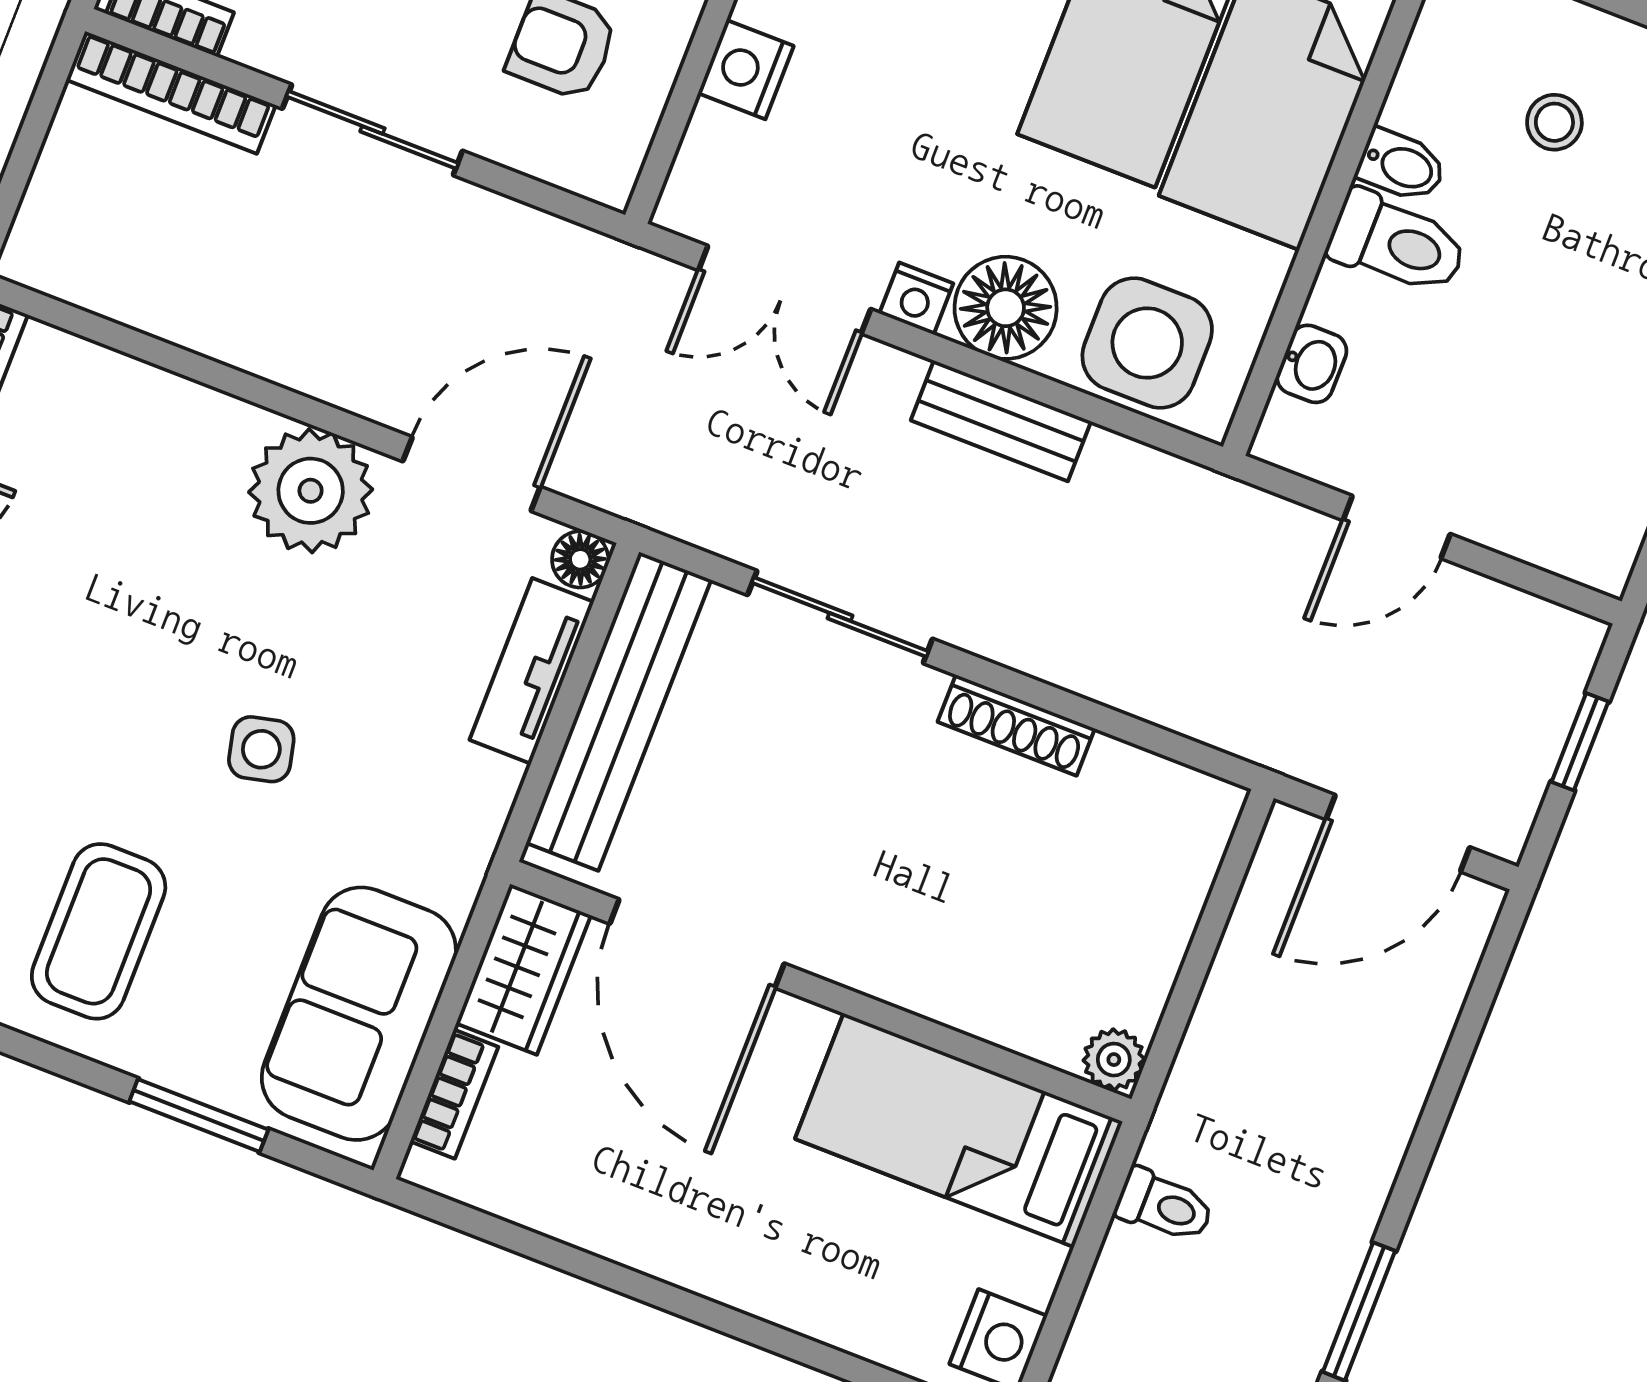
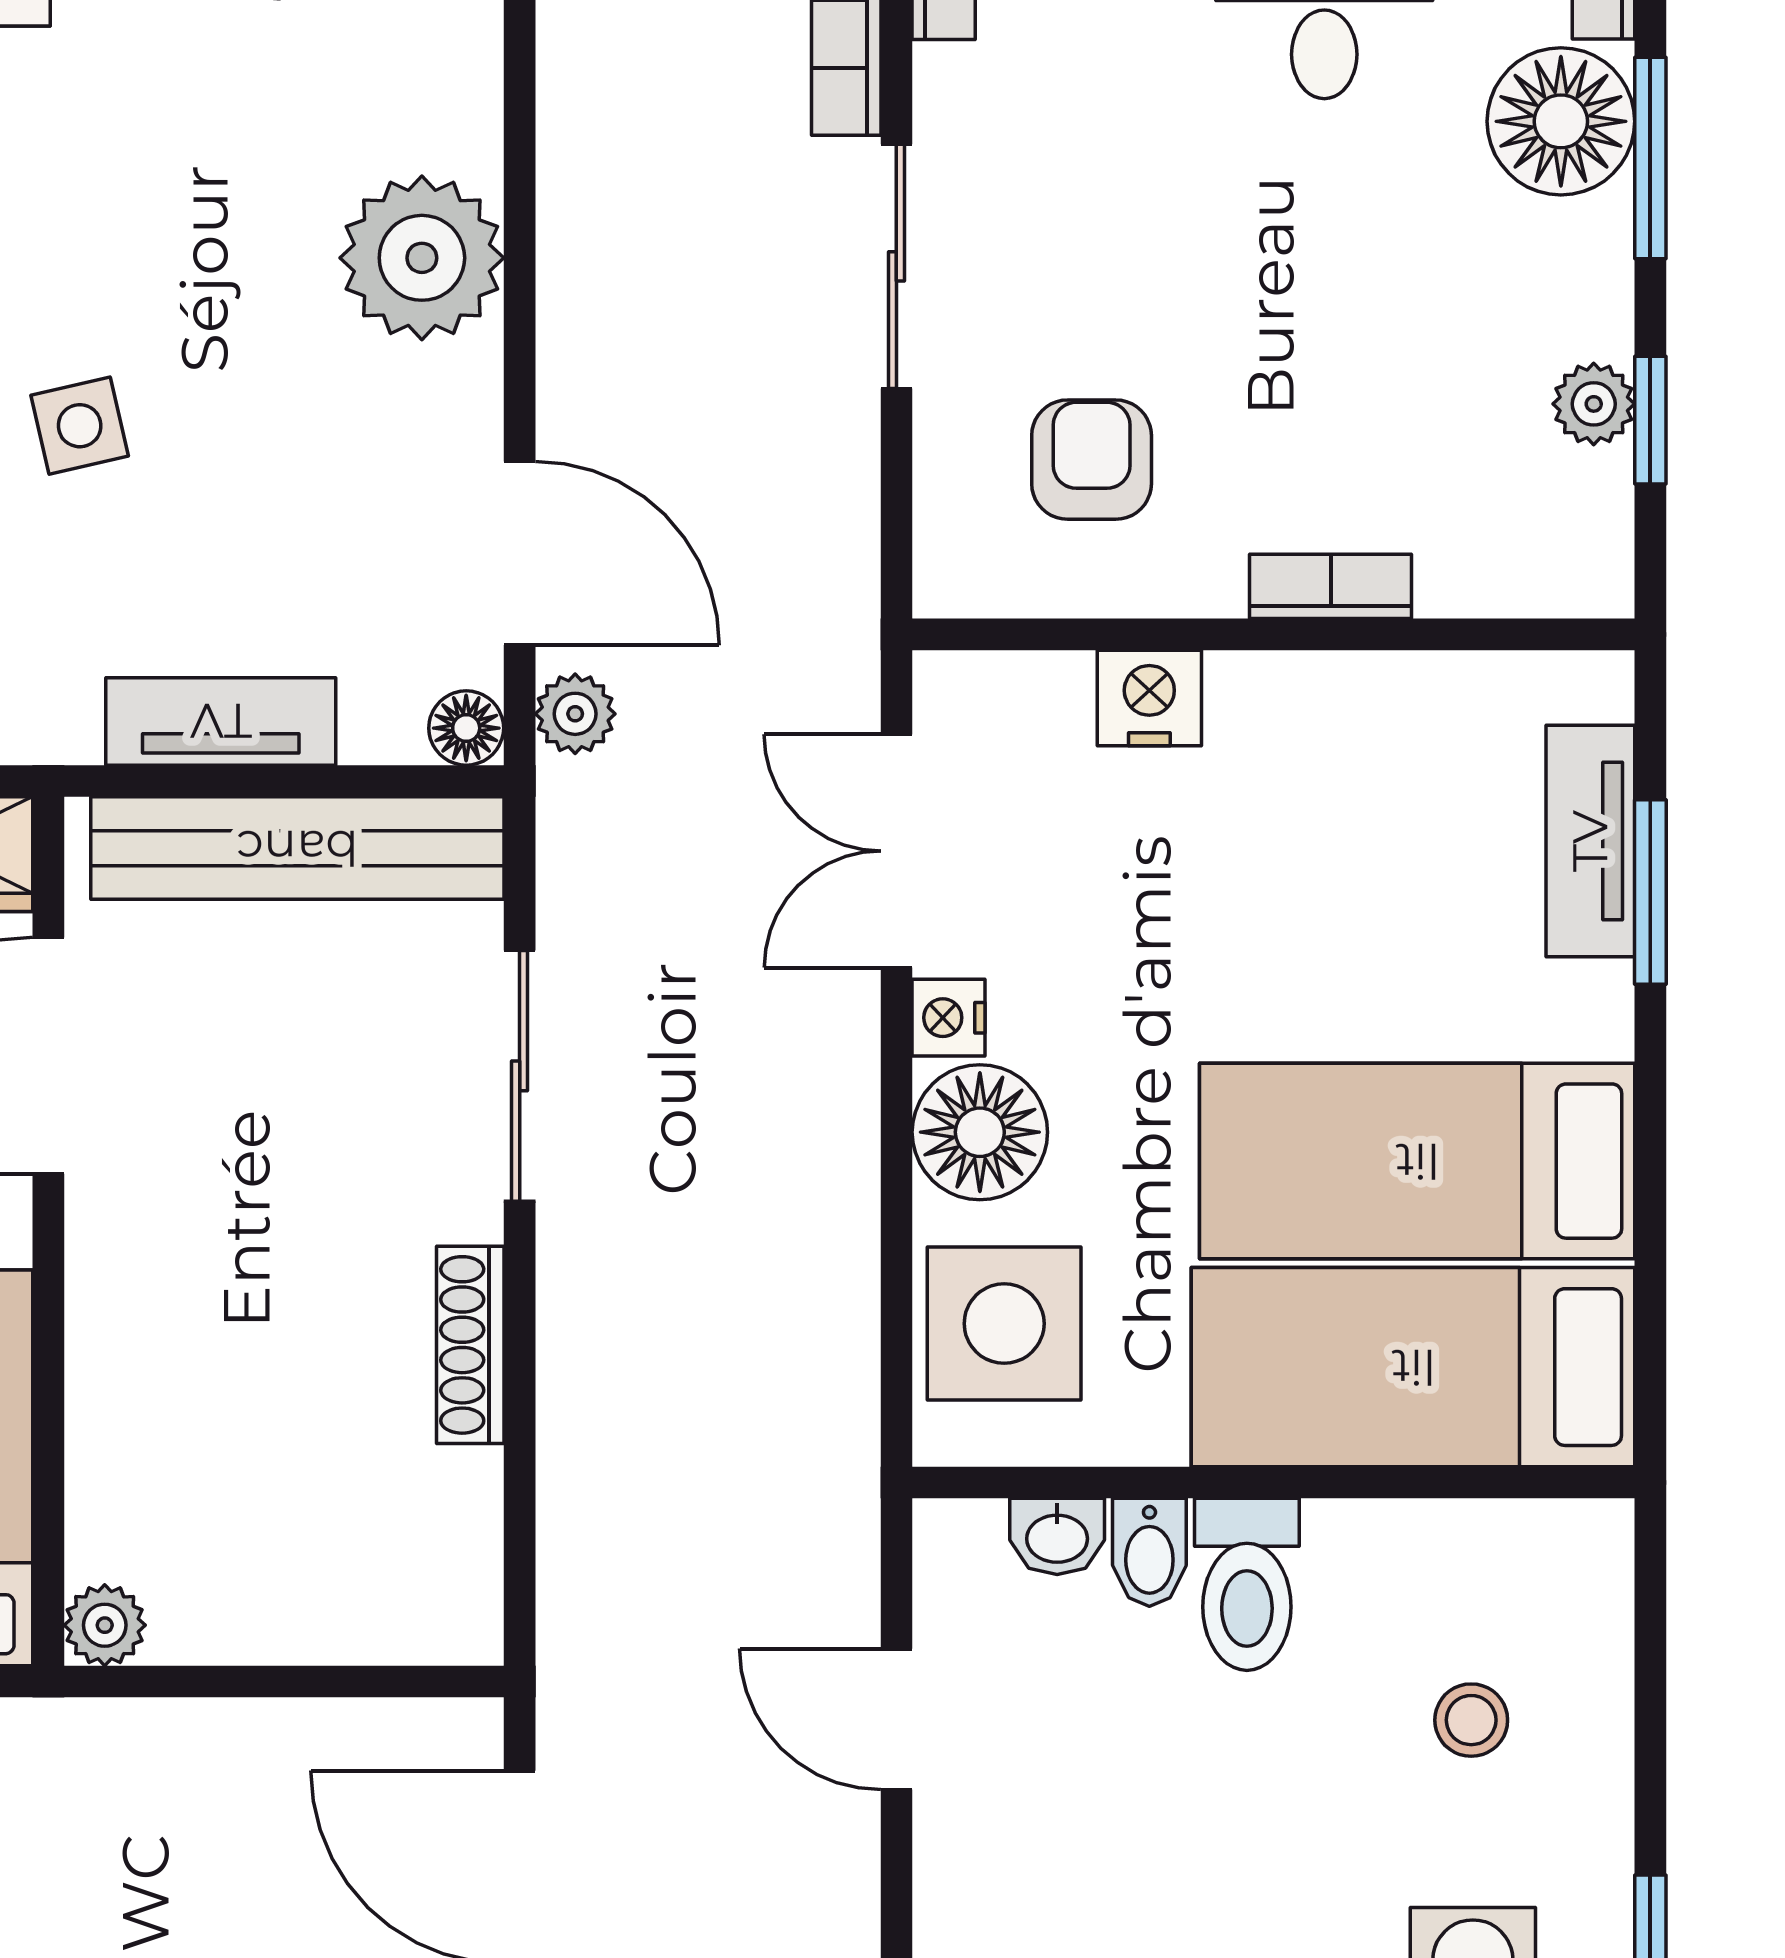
bidet: (1401, 166) -> (1149, 1552), moved
bench: (1001, 421) -> (838, 1180), removed
plant: (600, 479) -> (575, 714), added
plant: (311, 491) -> (422, 258), moved
tv unit: (532, 671) -> (221, 721), moved

